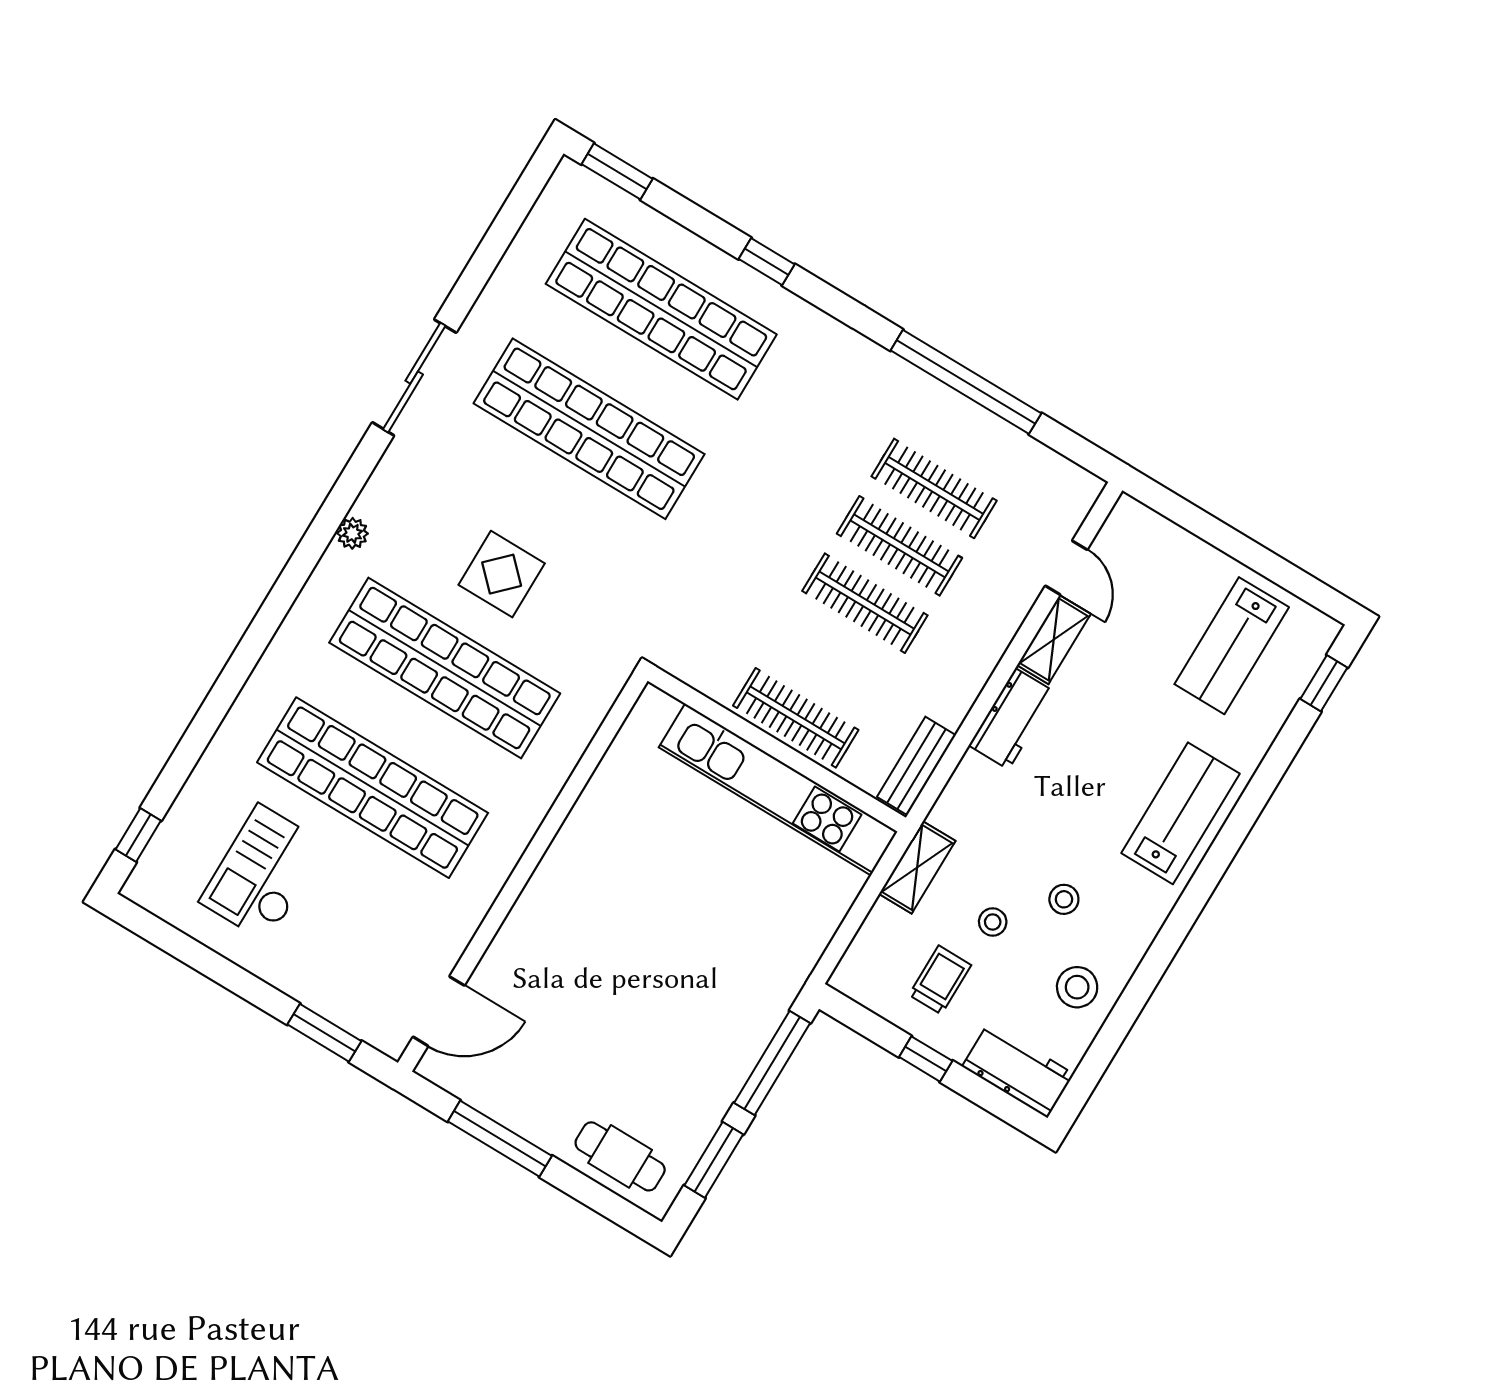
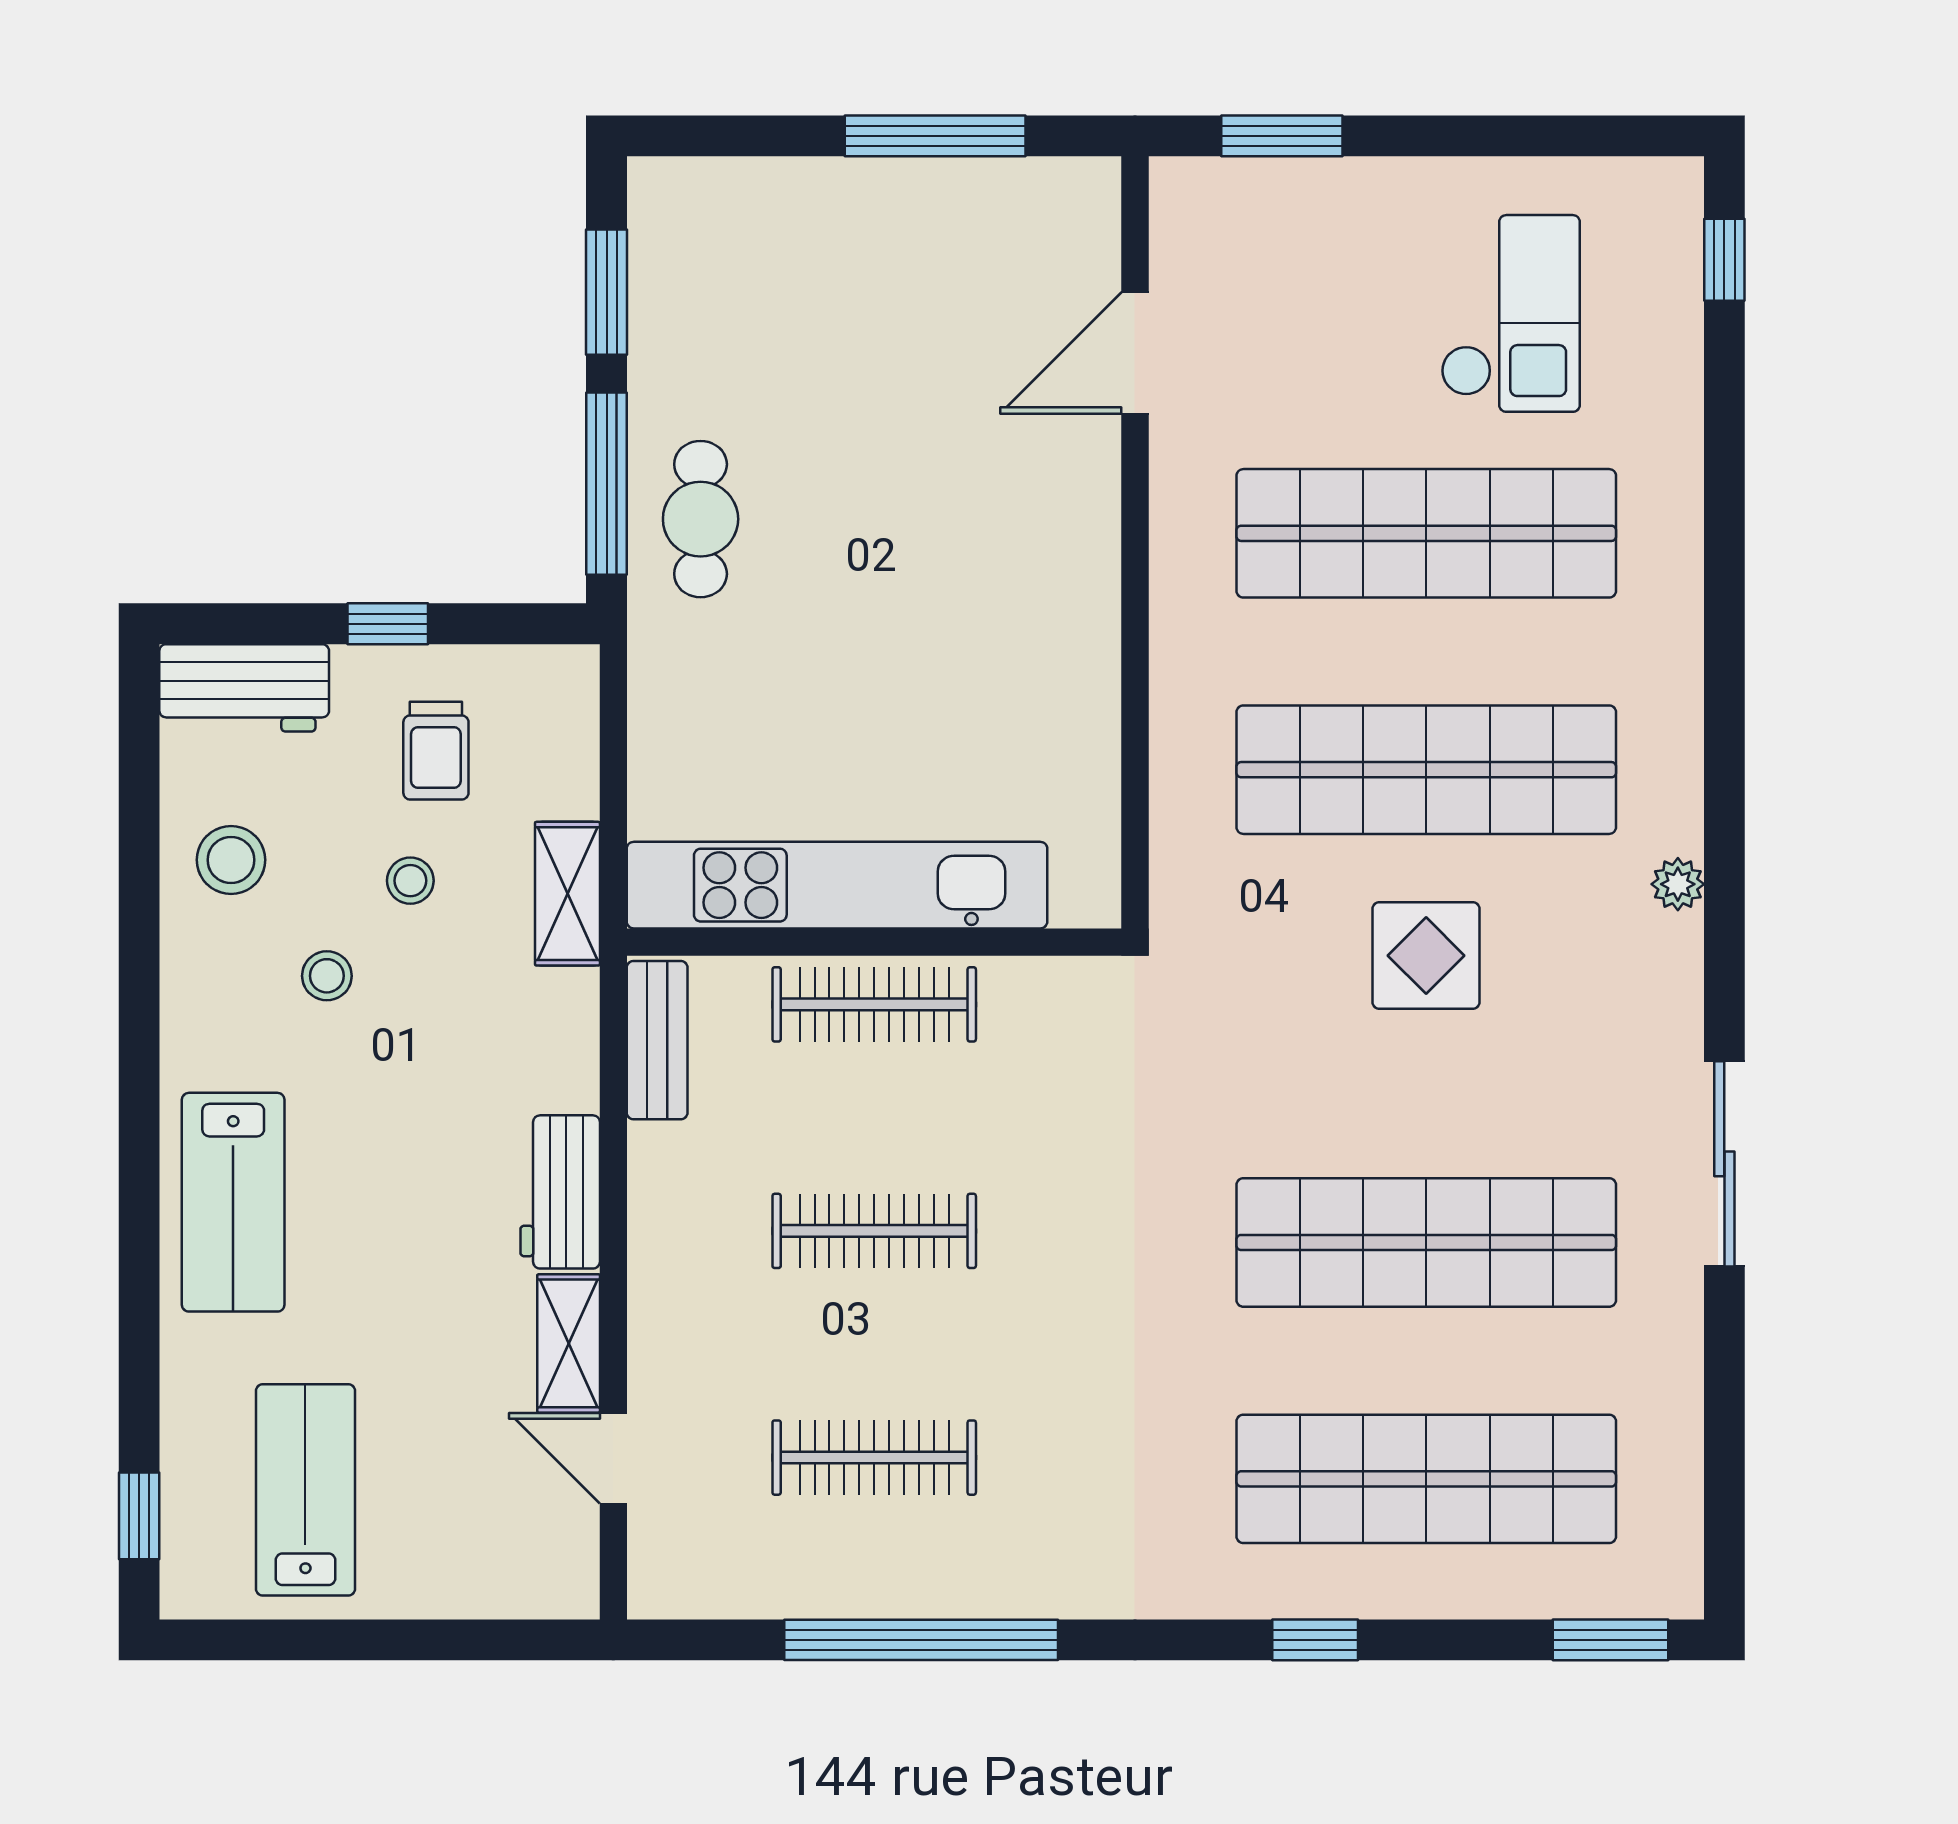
clothes rail: (899, 546) -> (874, 1344), removed
door: (439, 1011) -> (1135, 353), moved
cafe table: (620, 1156) -> (701, 519), moved, turned 90

